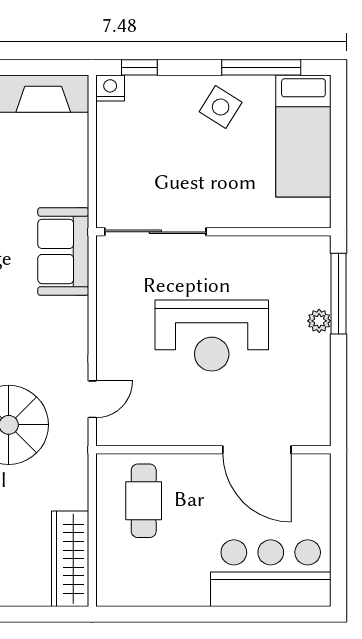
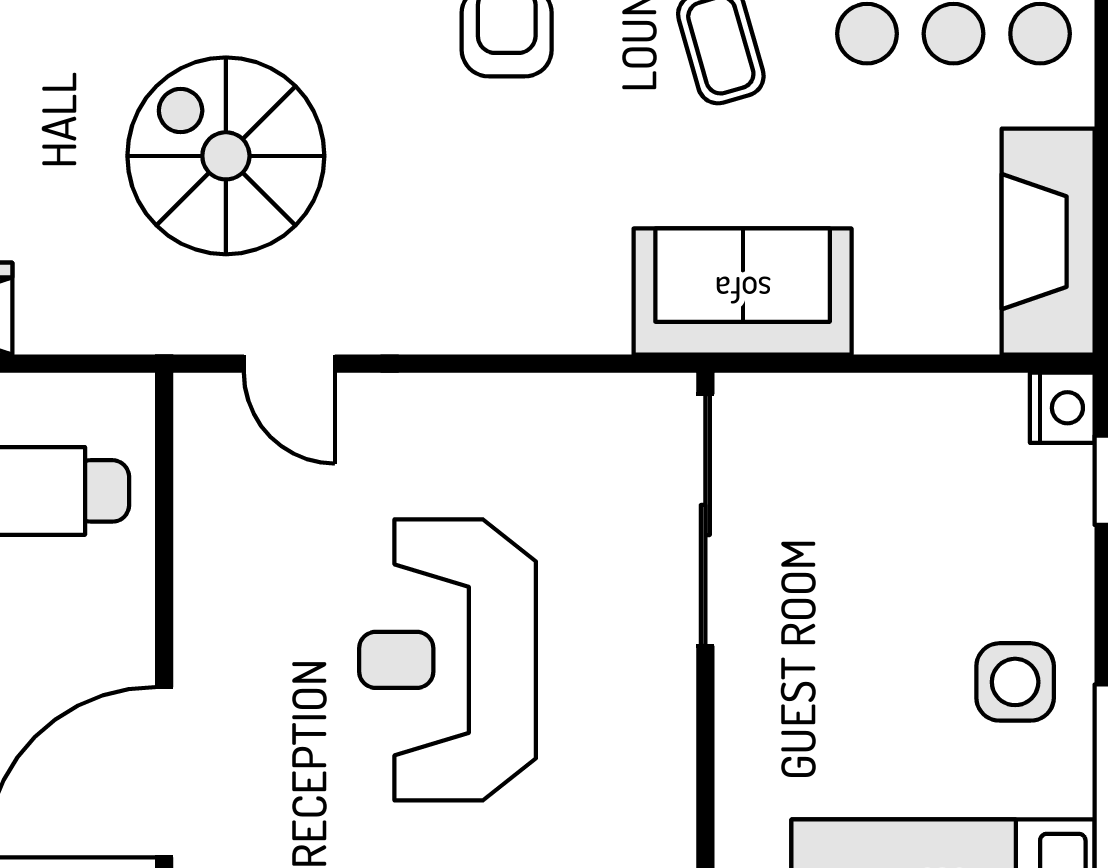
side table: (221, 107) -> (1015, 682), turned -32
sofa: (63, 251) -> (743, 291), moved

